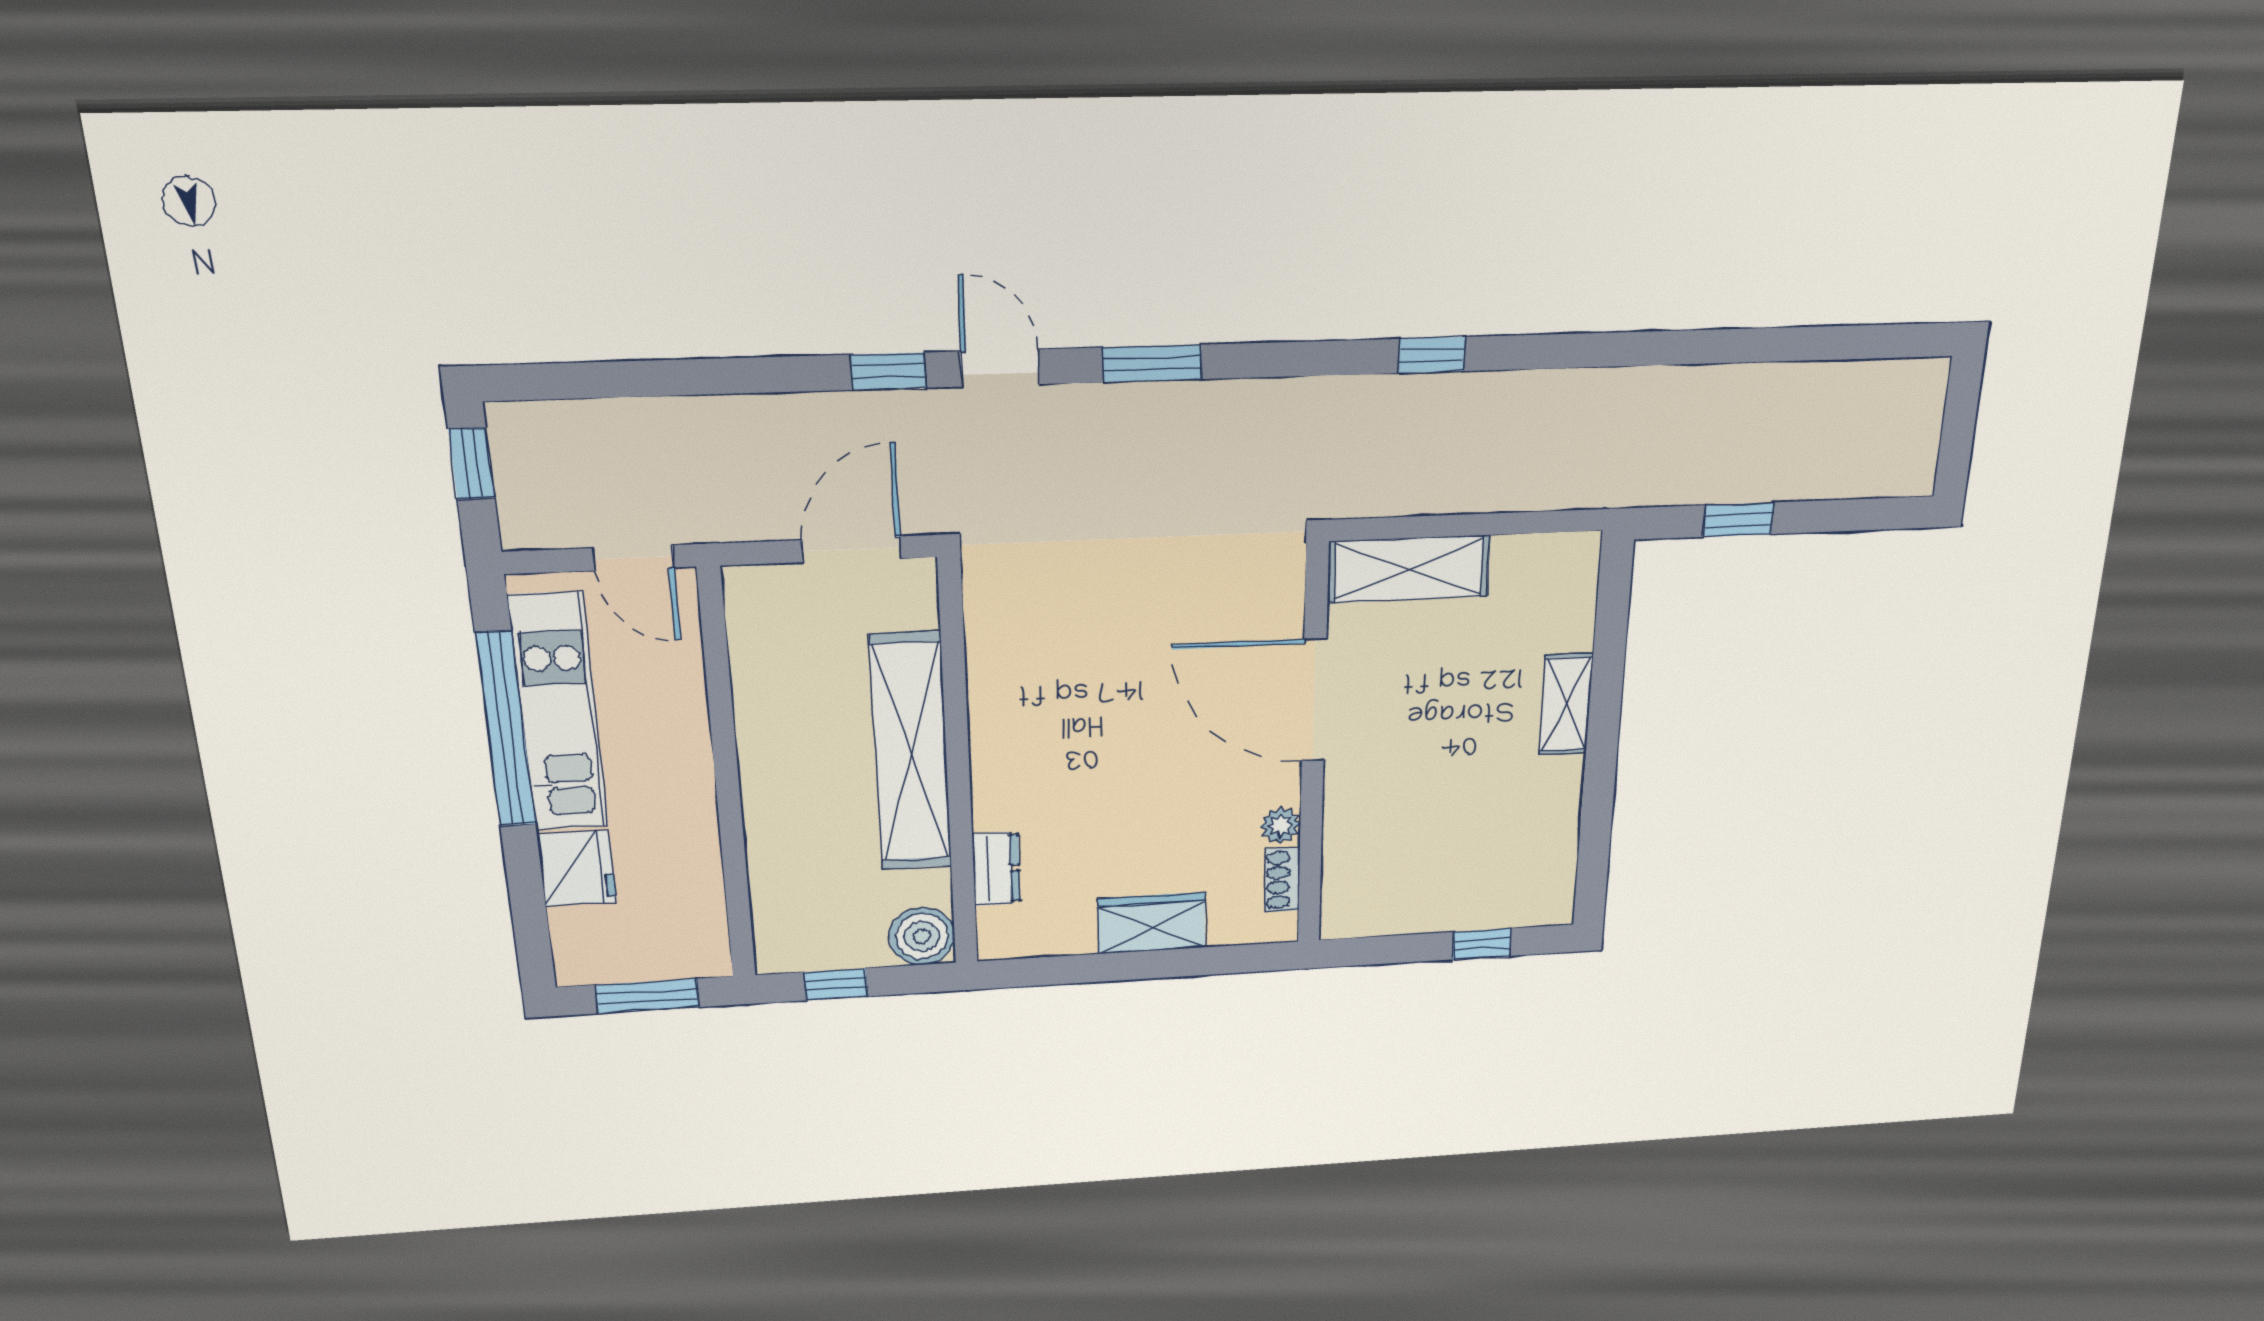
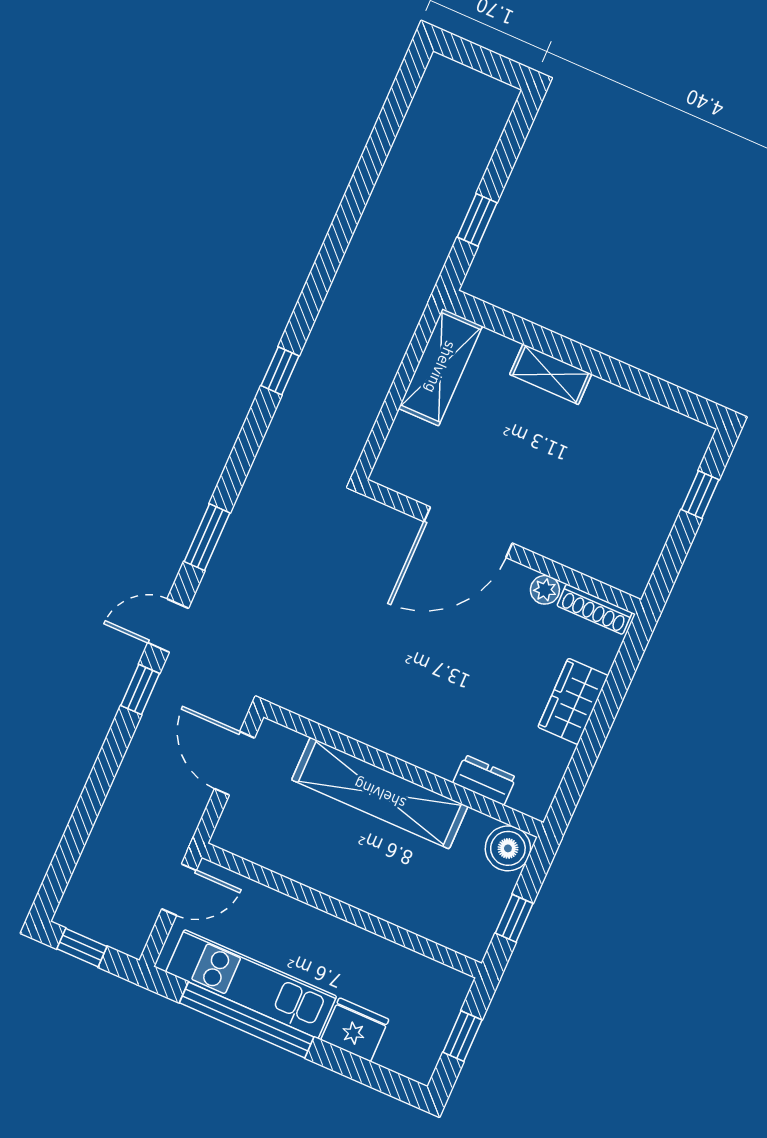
shelving: (1408, 569) -> (440, 367), moved
shoe rack: (1282, 880) -> (595, 609), width x1.43
window: (647, 996) -> (462, 1036), width x0.67

